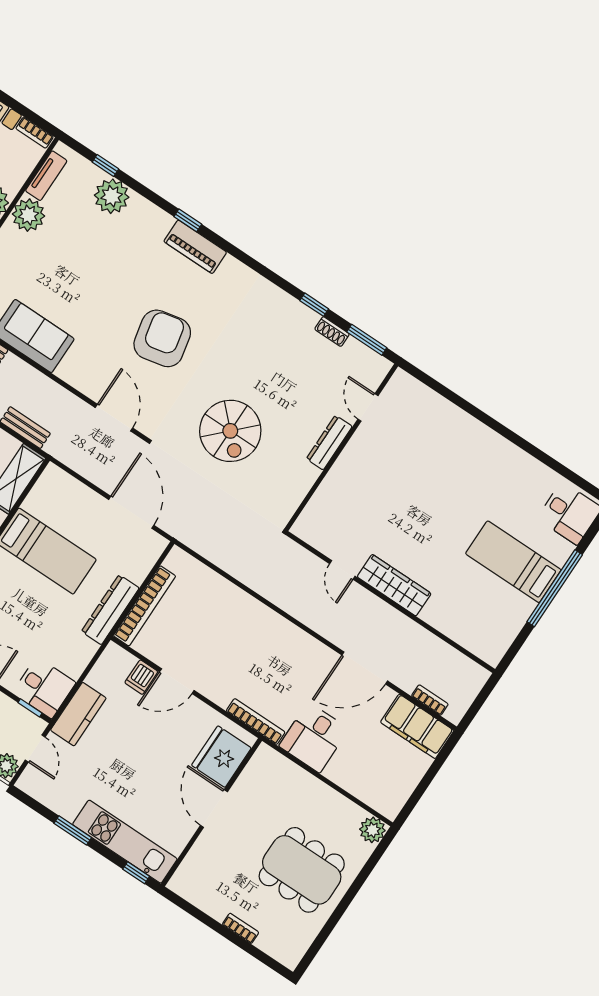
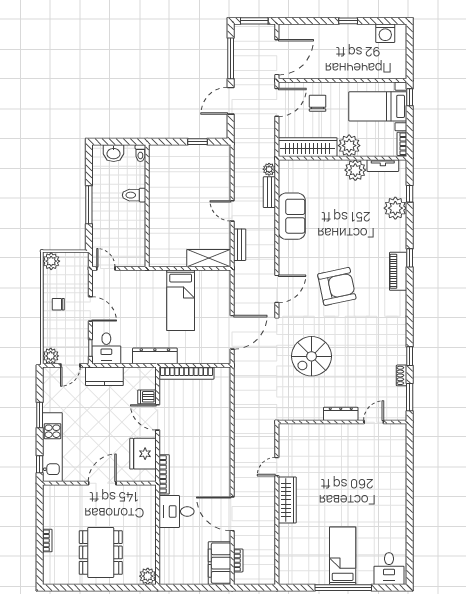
dresser: (110, 610) -> (155, 356), moved
fridge: (221, 757) -> (143, 454), moved, turned -90

